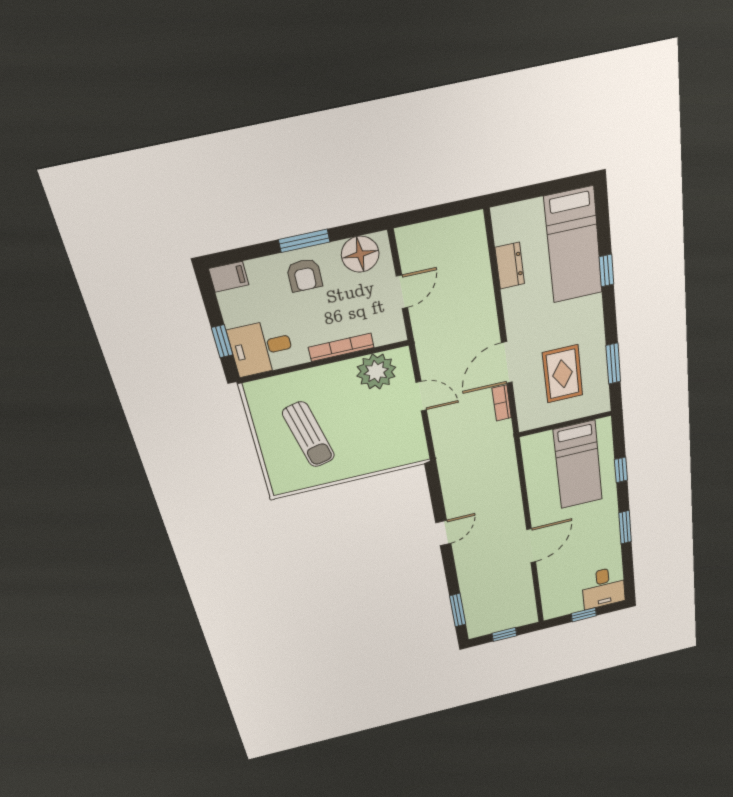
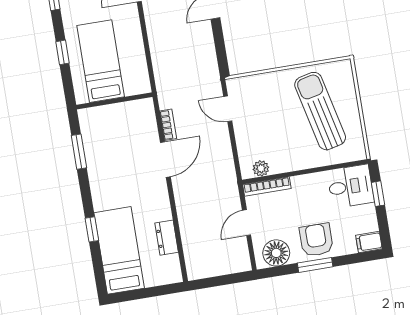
armchair: (304, 275) -> (316, 240), width x1.38, depth x1.38
bookcase: (341, 347) -> (267, 186), moved
plant: (376, 372) -> (261, 168), width x0.53, depth x0.53
rug: (563, 374) -> (120, 146), removed
door: (421, 396) -> (228, 109), moved
sun lounger: (309, 435) -> (320, 111), width x1.36, depth x1.34

